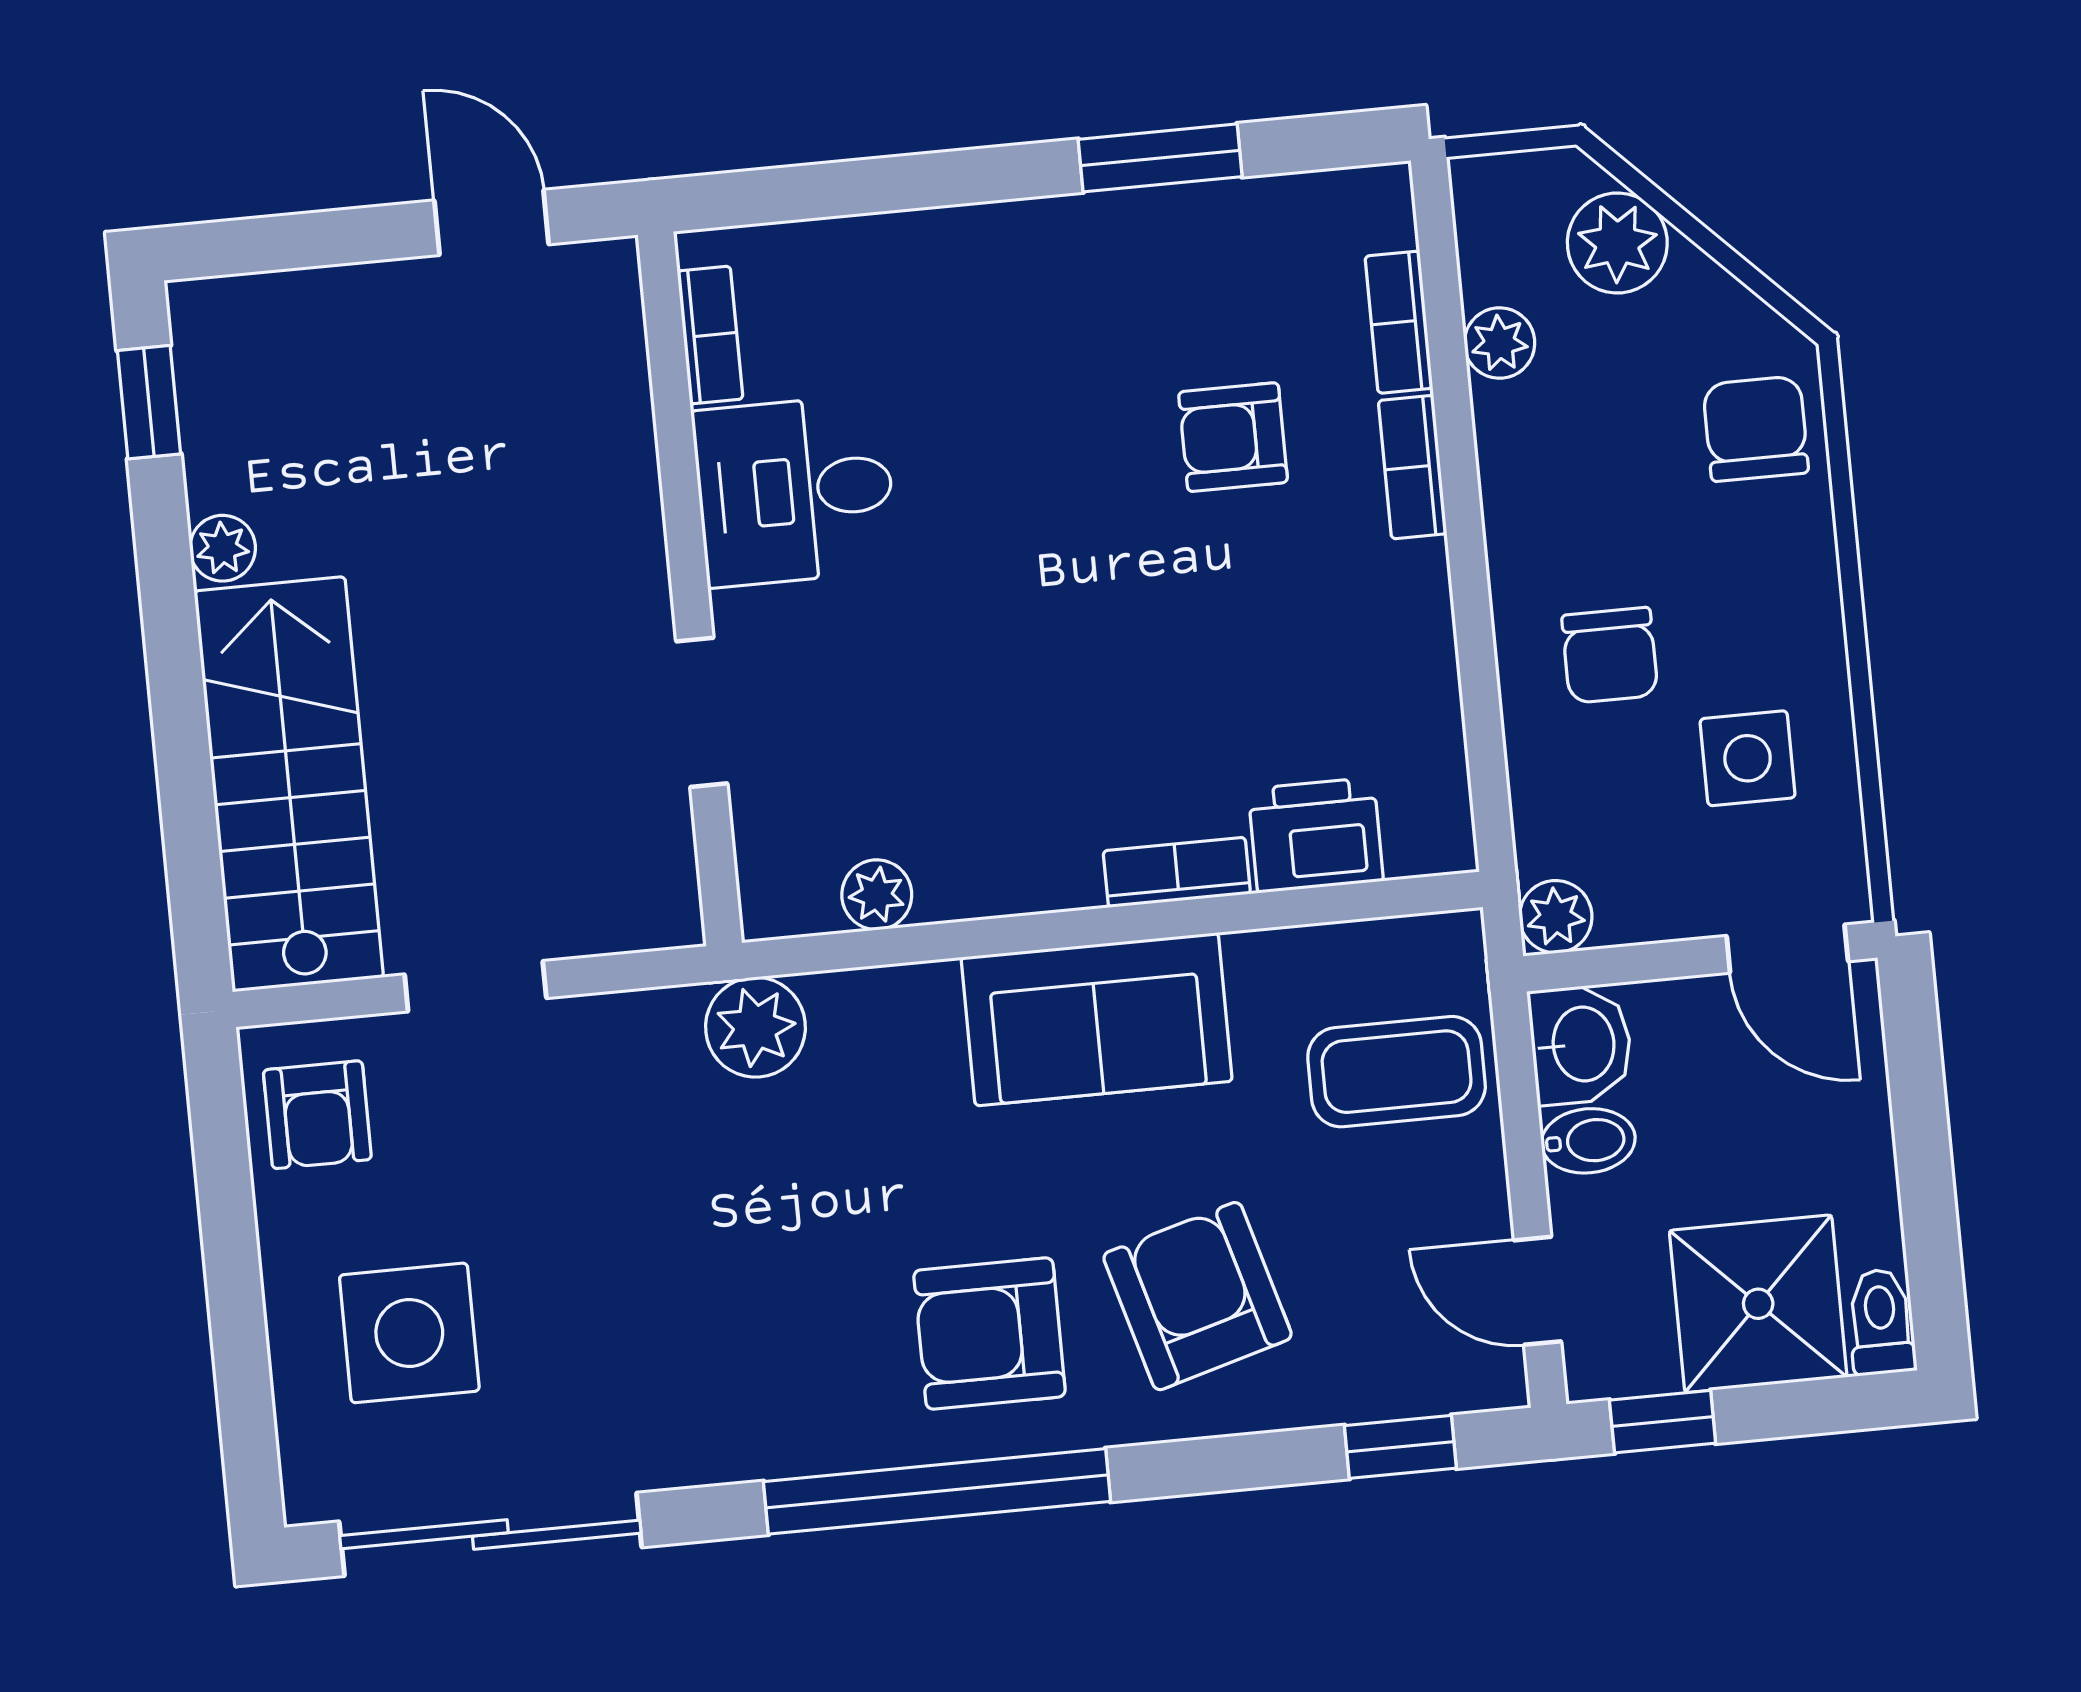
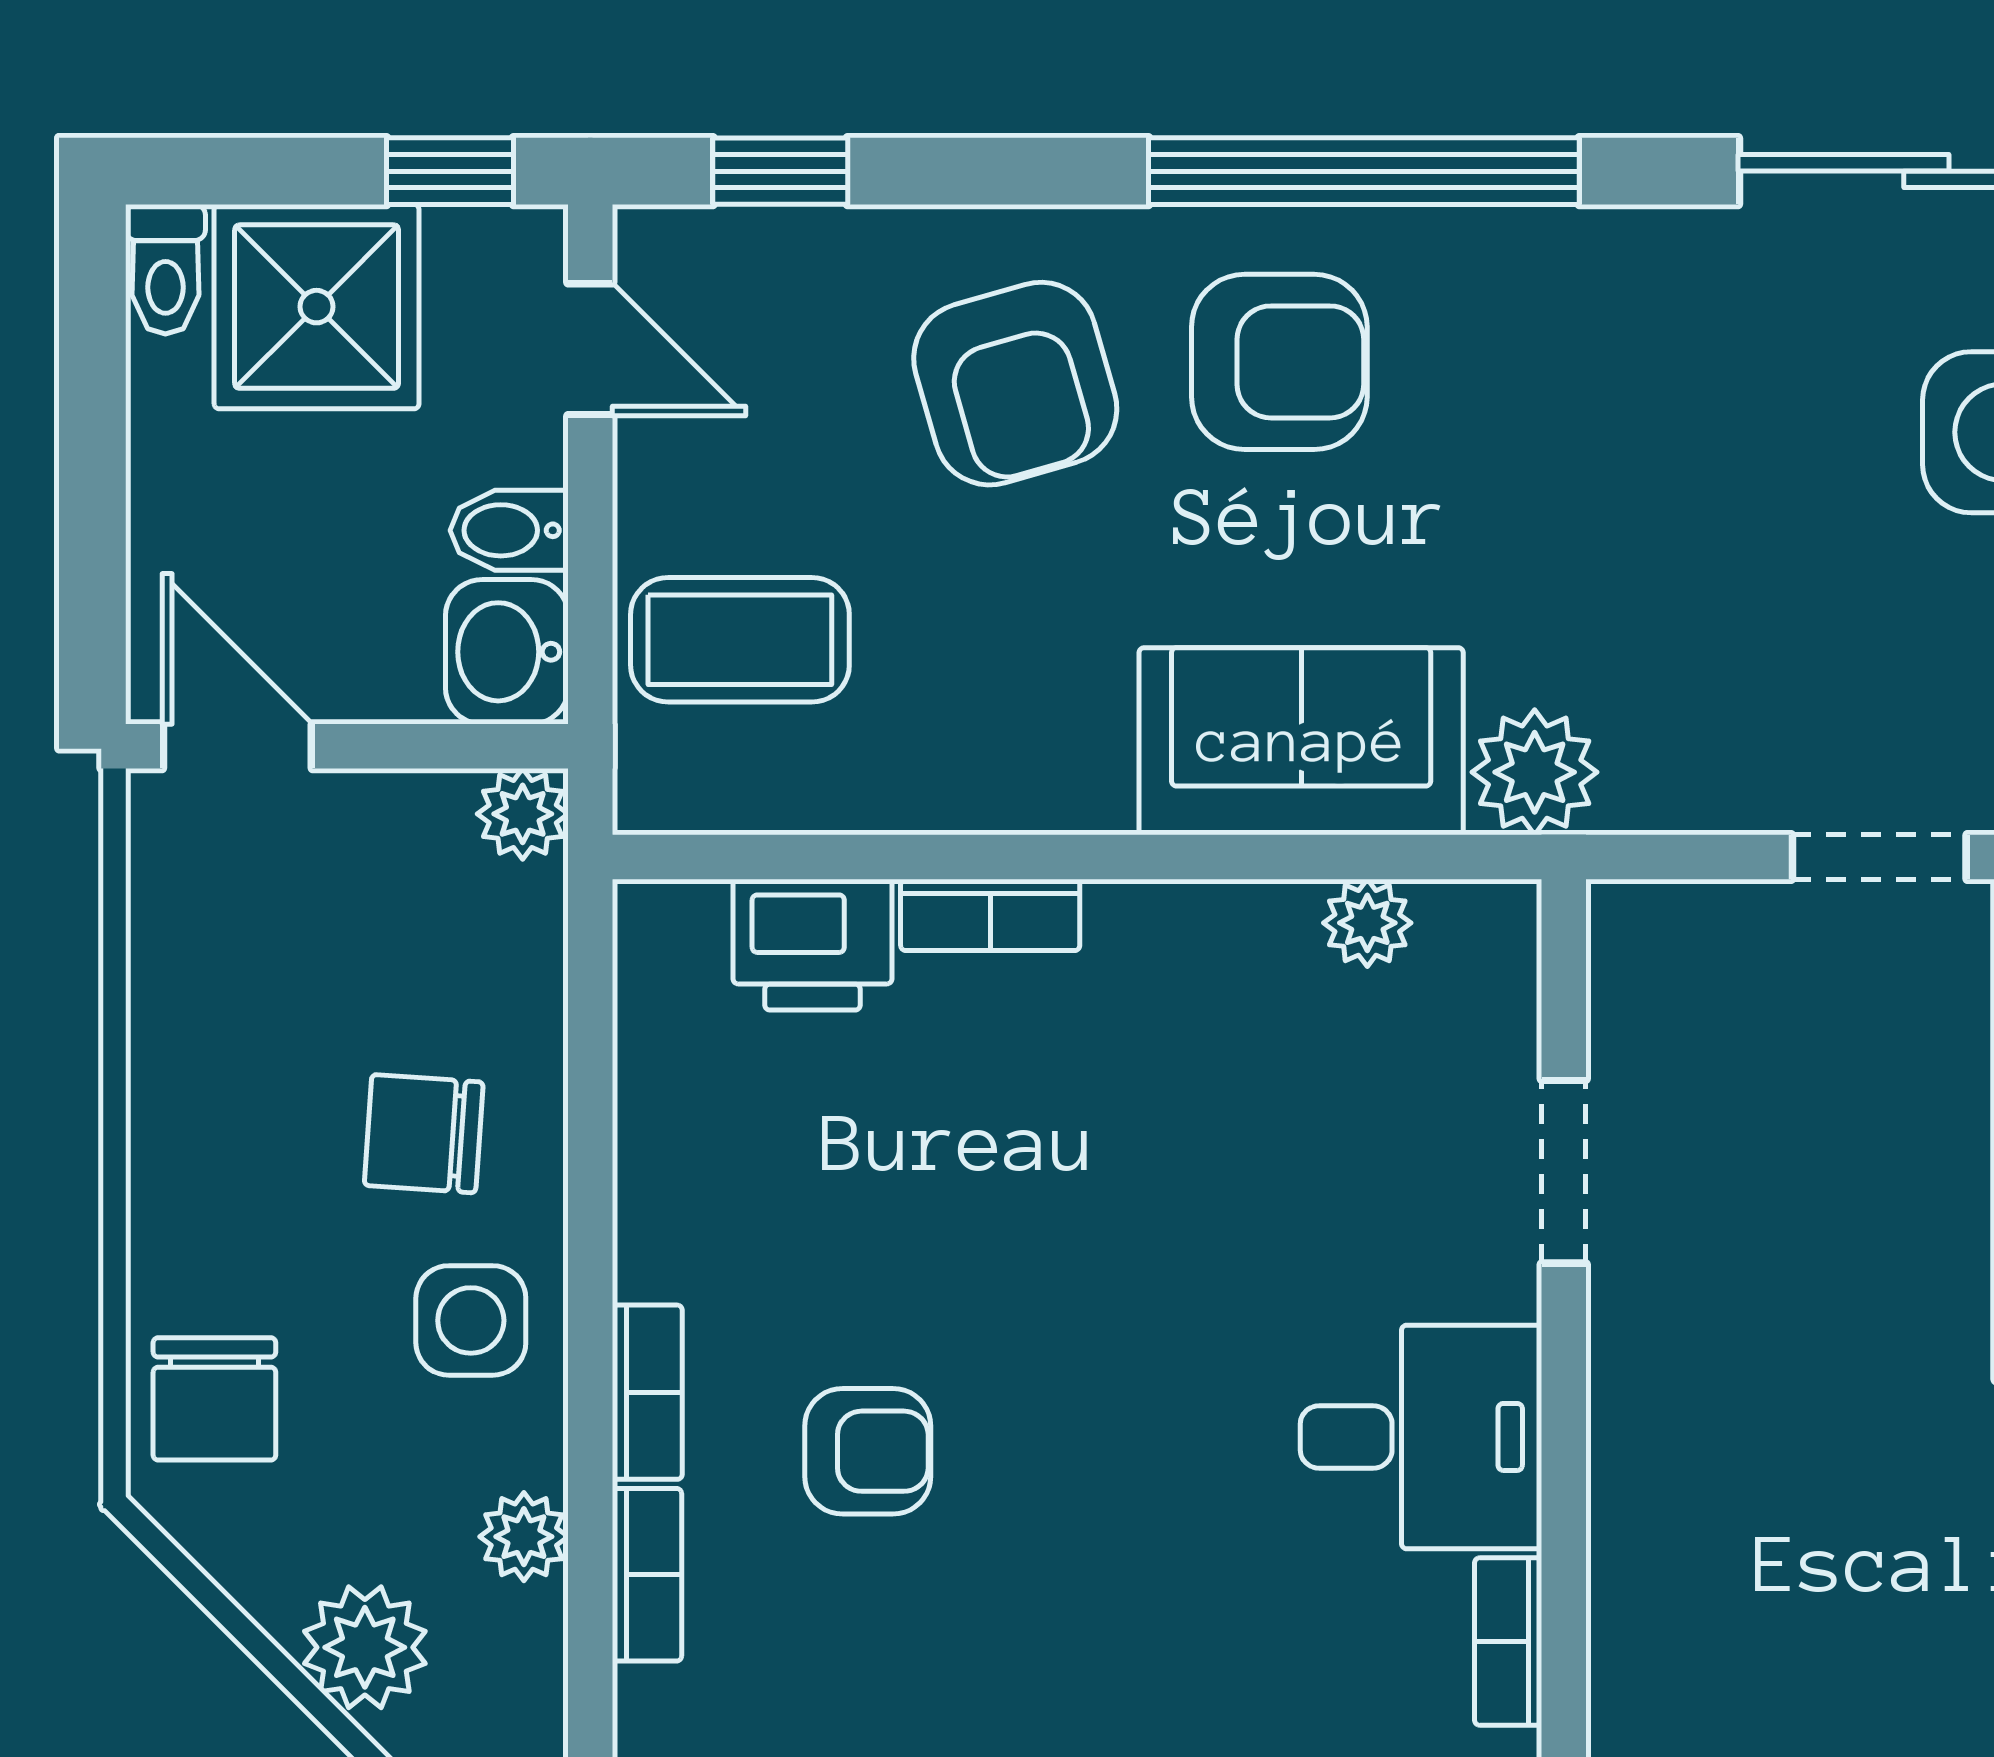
chair: (1610, 655) -> (424, 1134), turned -86
side table: (1748, 758) -> (471, 1320), moved
sofa: (1097, 1019) -> (1301, 741), moved

